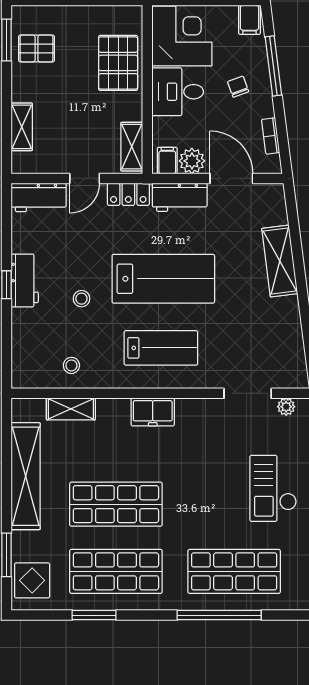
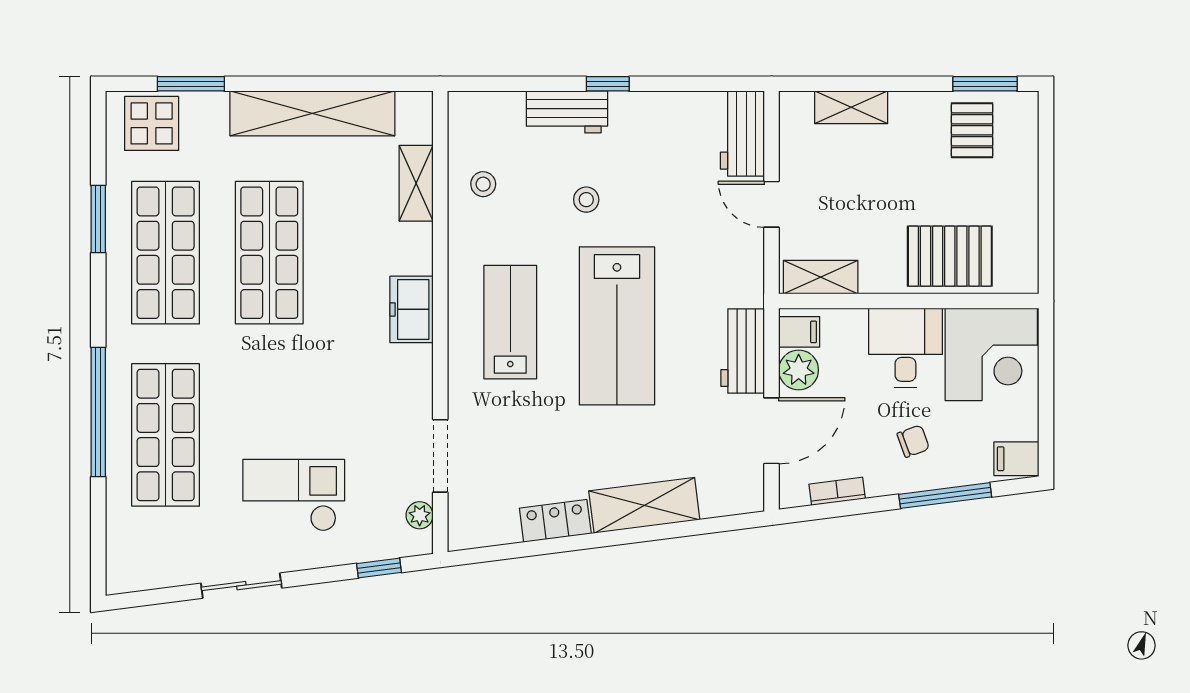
locker: (128, 194) -> (555, 521), moved, turned 83
workbench: (25, 280) -> (567, 112), moved
lab bench: (161, 348) -> (510, 322), turned 180

